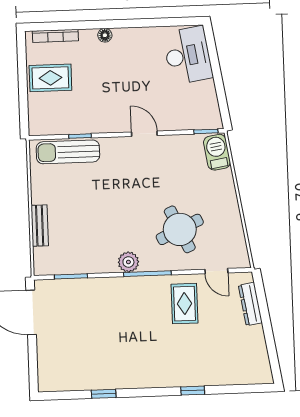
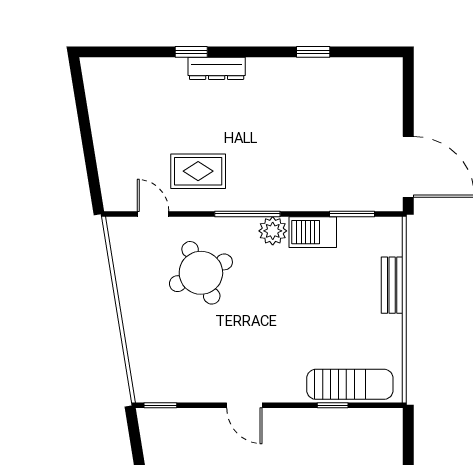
barbecue: (217, 152) -> (313, 232), moved, turned 99
rug: (185, 304) -> (198, 171), turned 90
dresser: (250, 304) -> (217, 68), moved, turned 99

